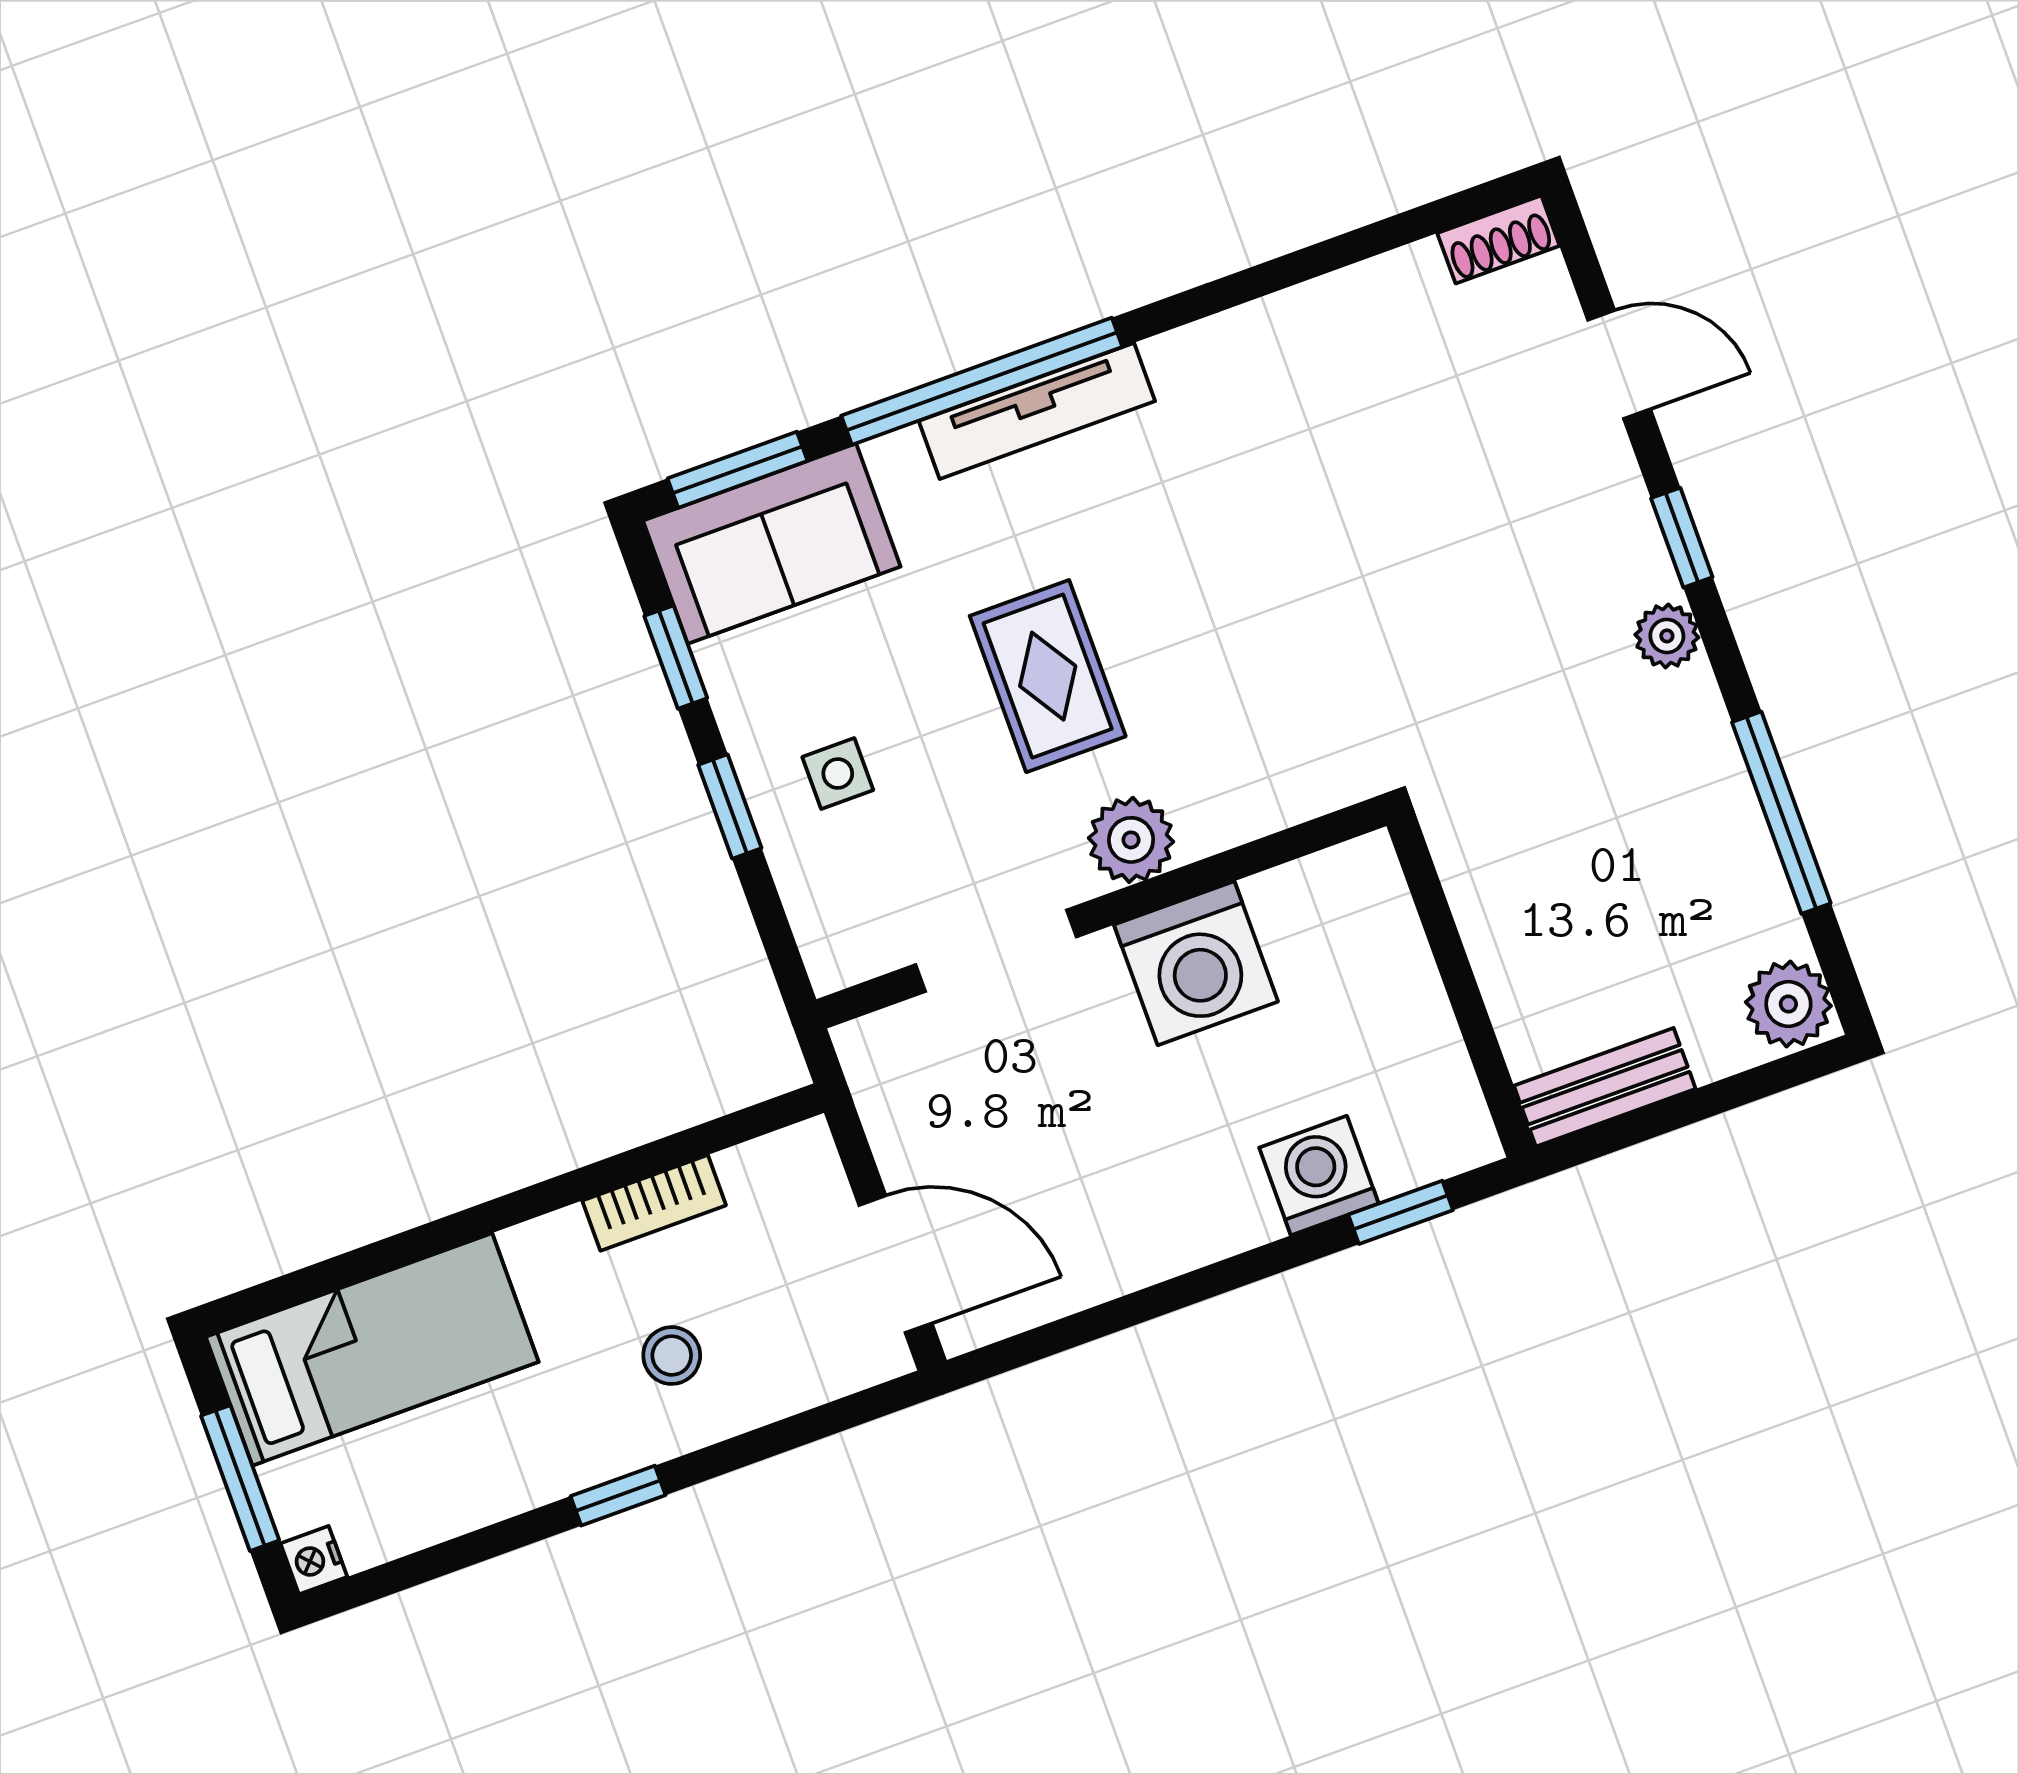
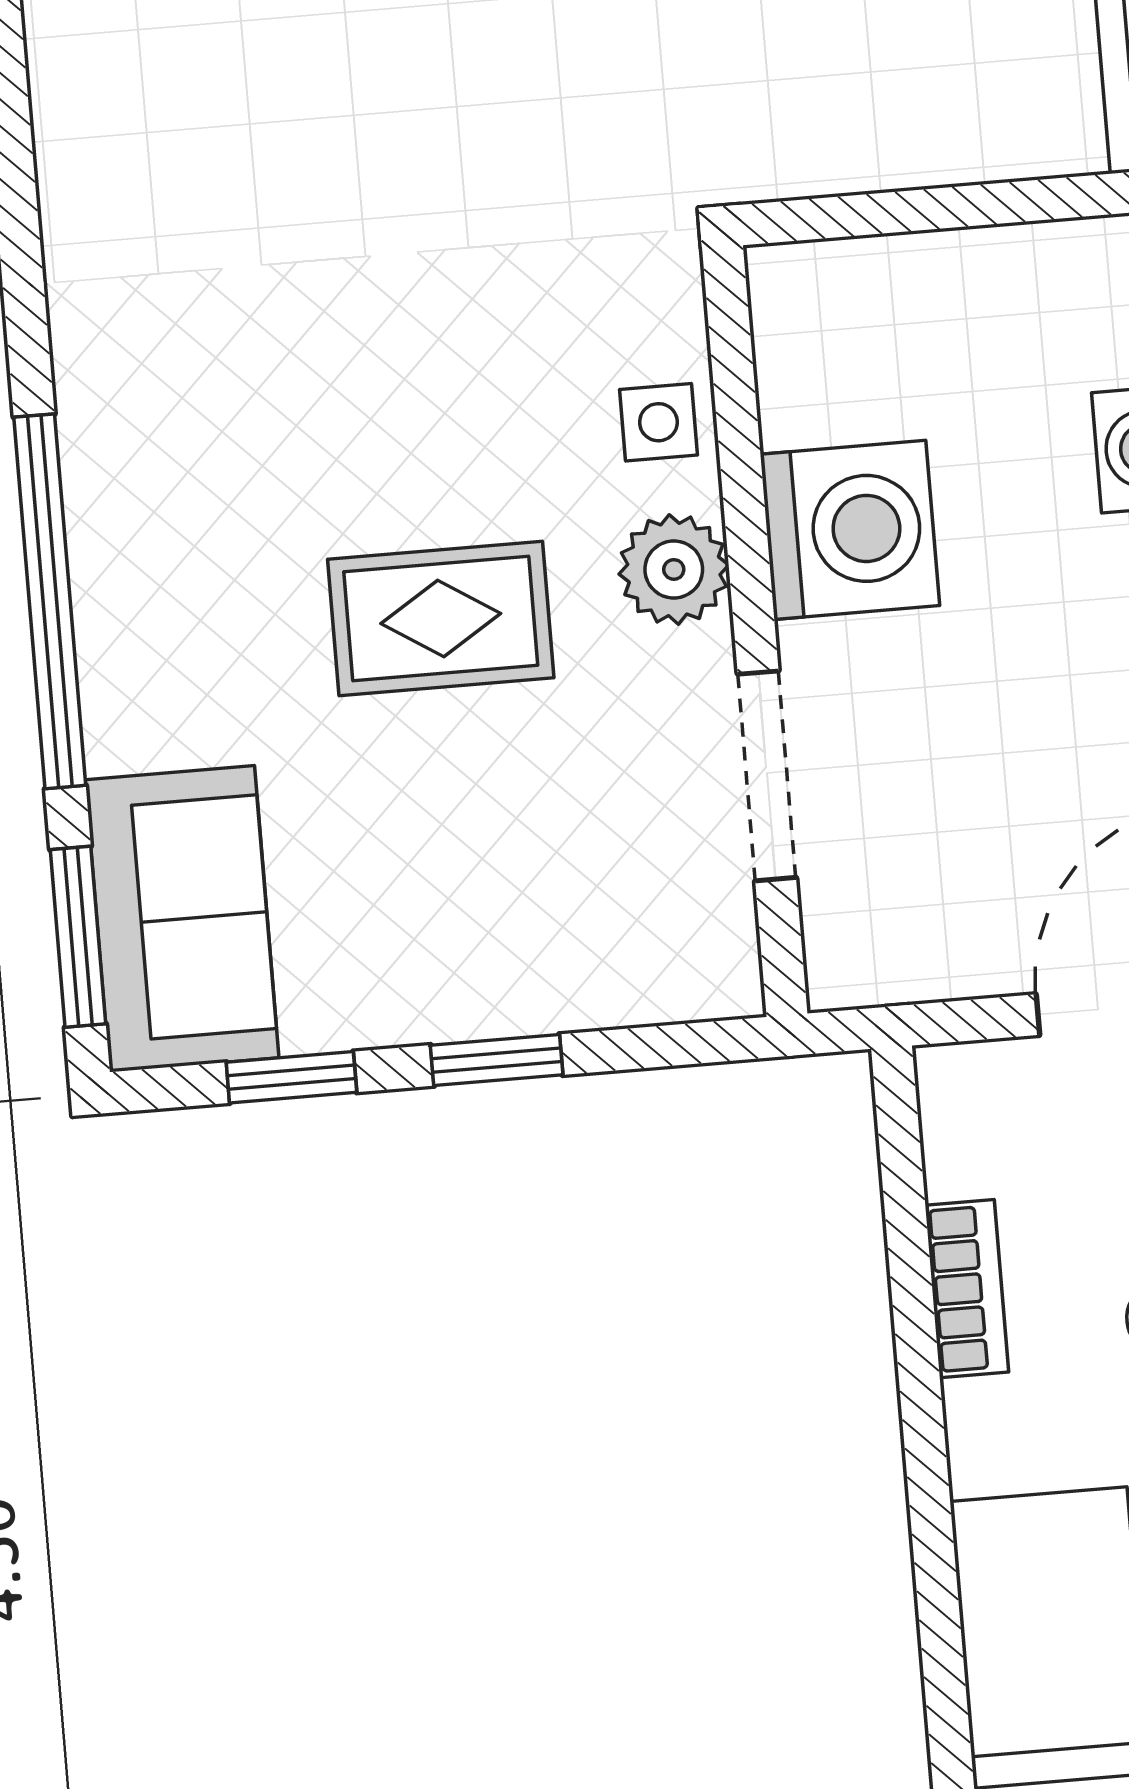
tv unit: (1037, 411) -> (106, 542), removed
side table: (838, 774) -> (658, 422), moved

